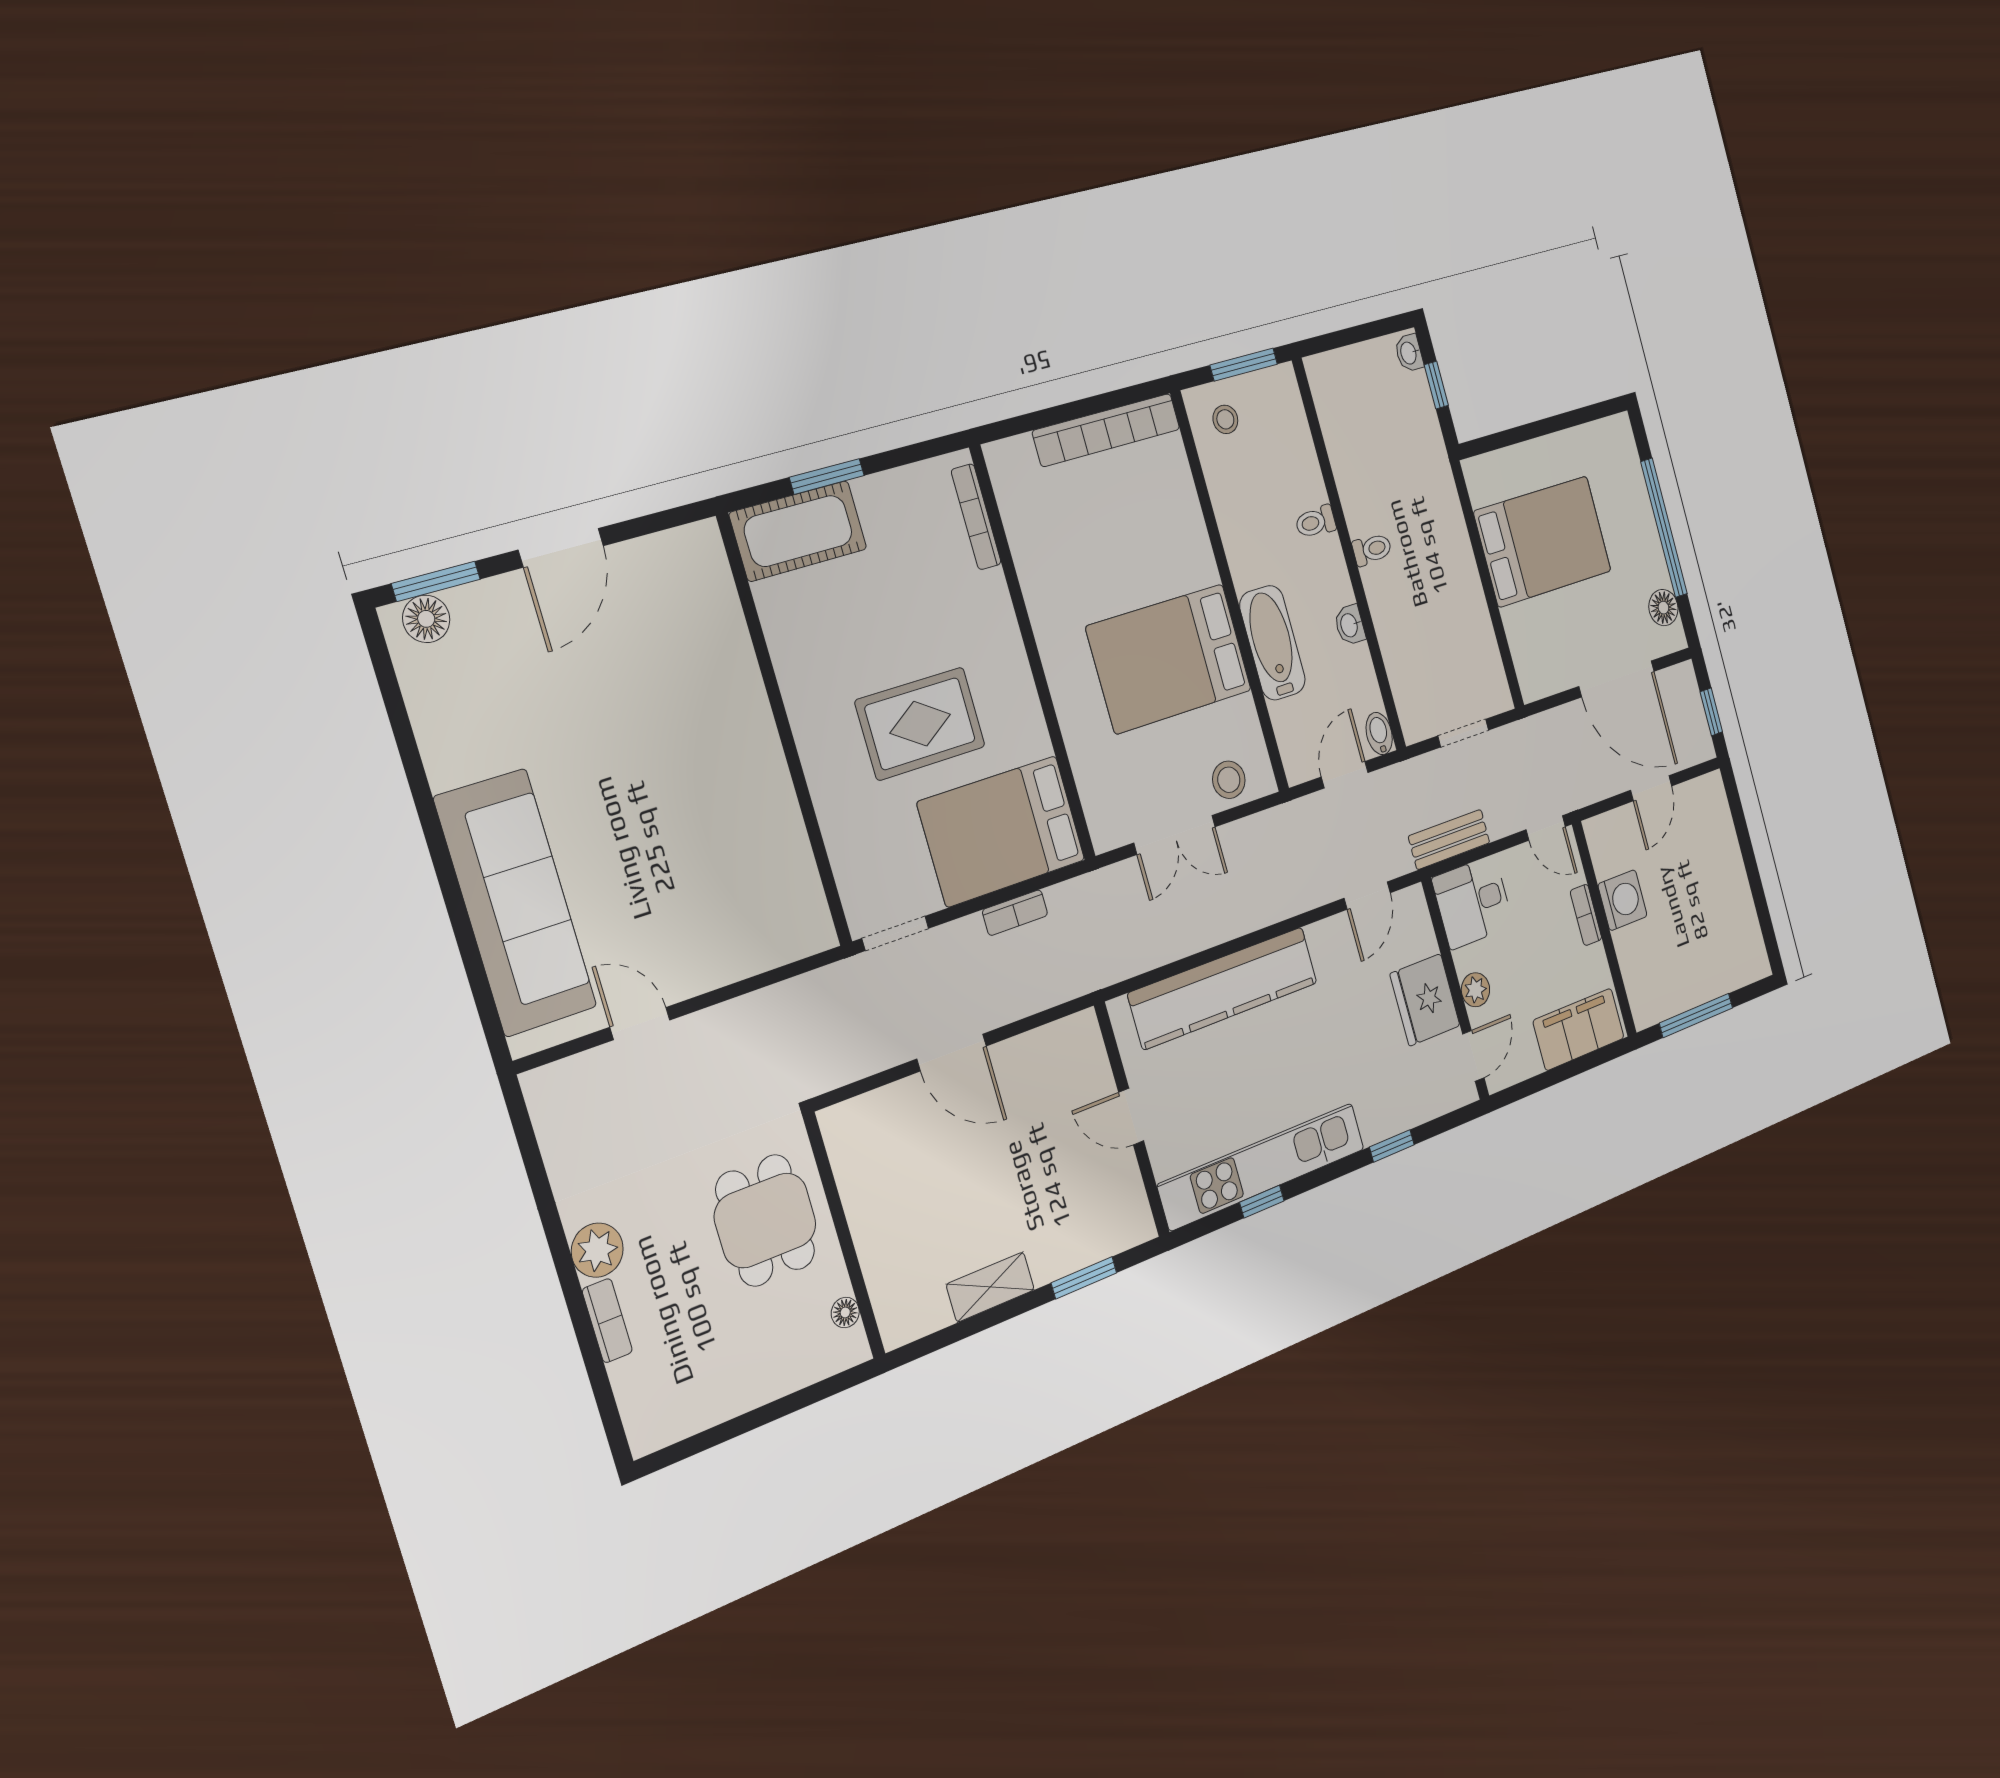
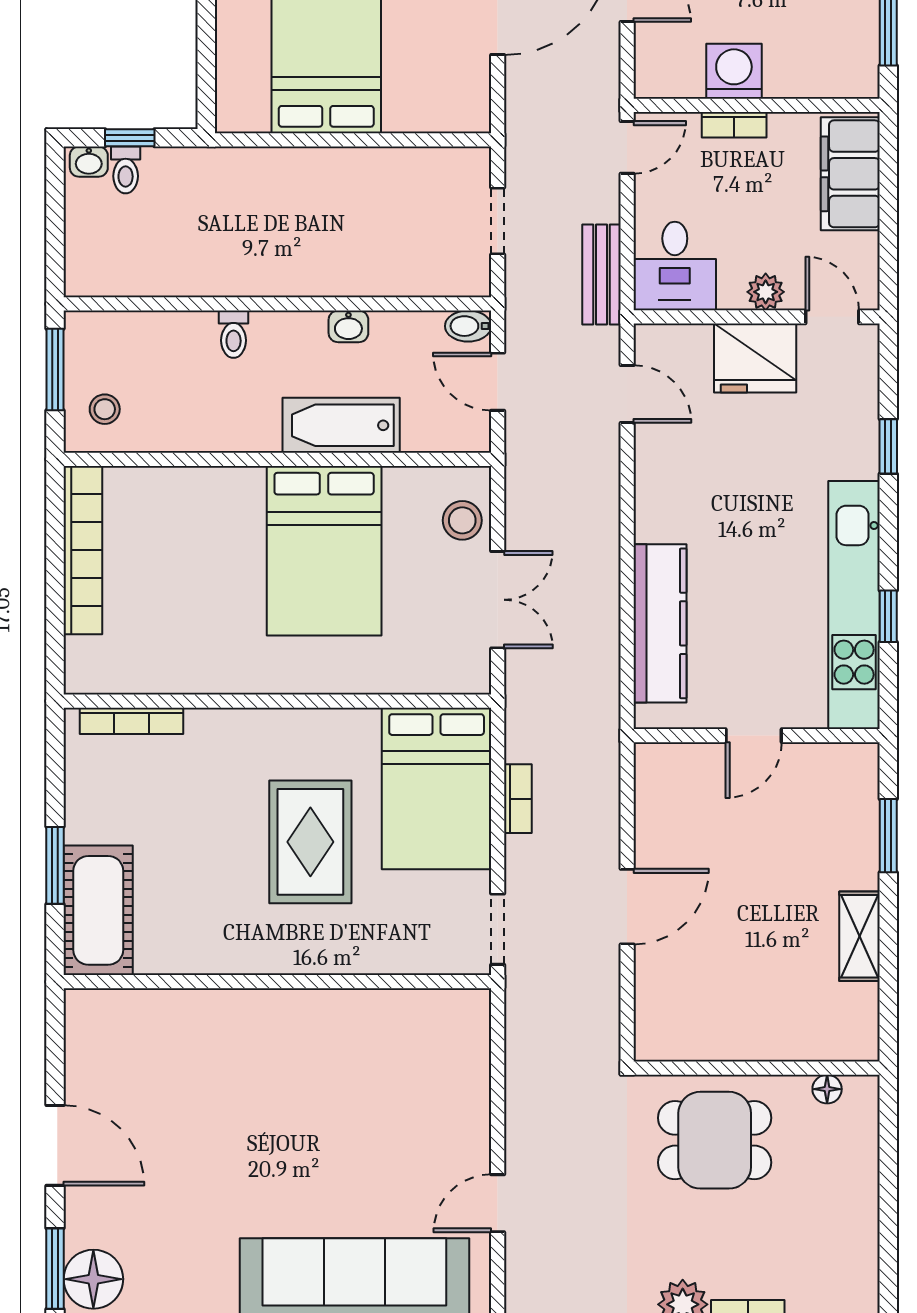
toilet: (1372, 549) -> (126, 170), moved, turned 180
floor lamp: (426, 619) -> (93, 1279), width x1.38, depth x1.38
kitchen counter: (1223, 988) -> (660, 623), width x0.72, depth x0.86

